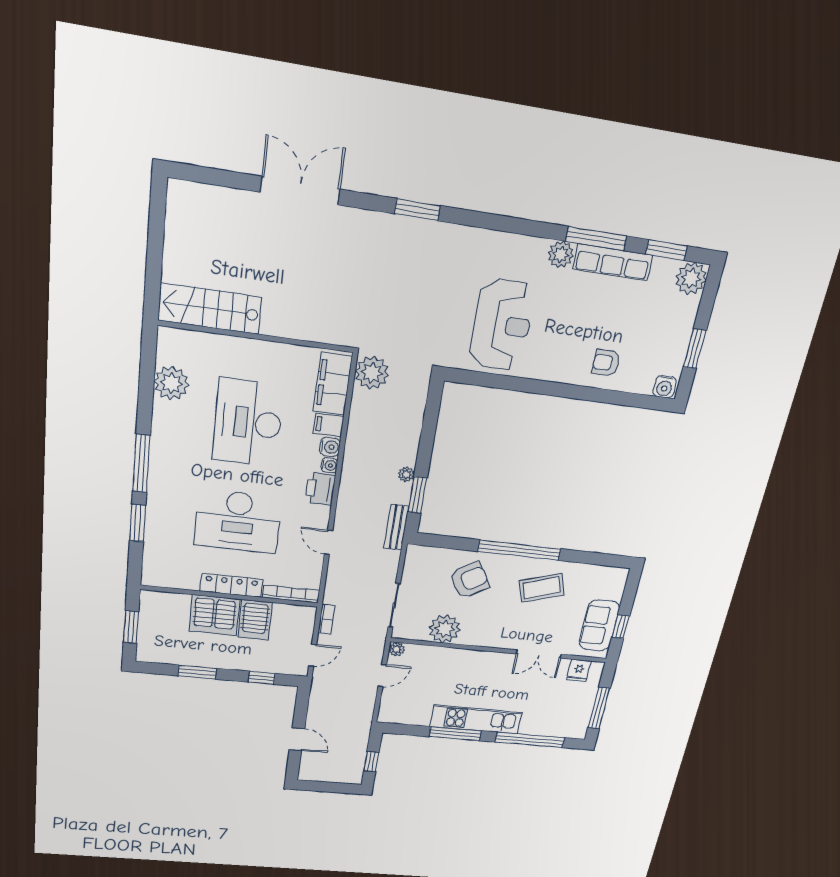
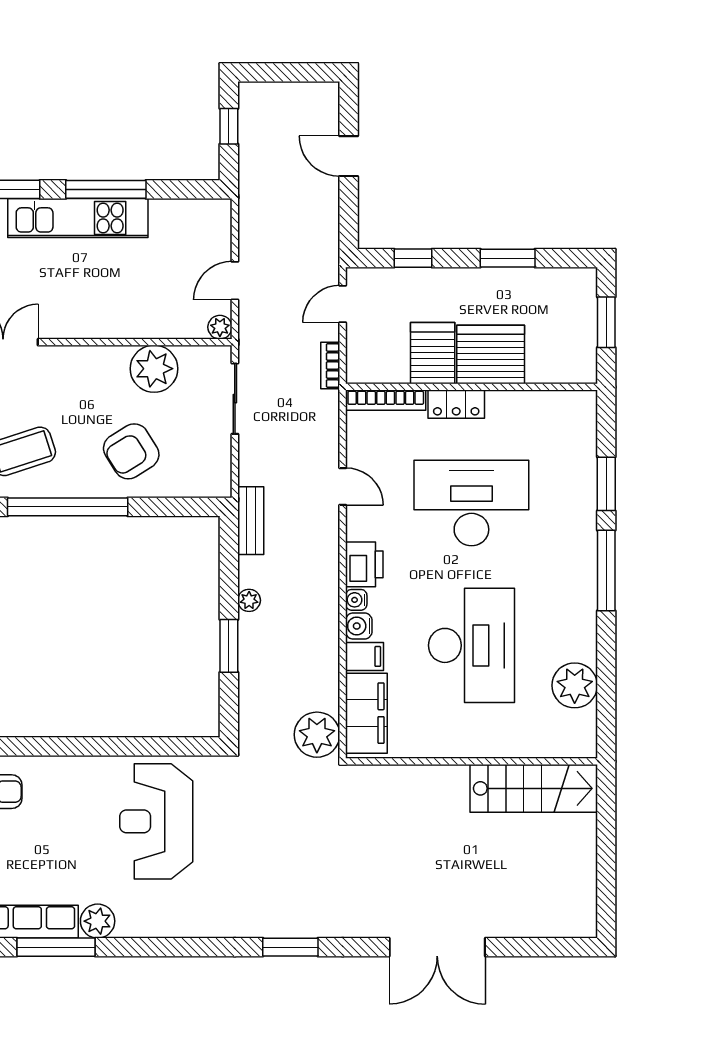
window: (417, 495) -> (229, 646), moved
locker: (231, 585) -> (456, 404), width x0.66

